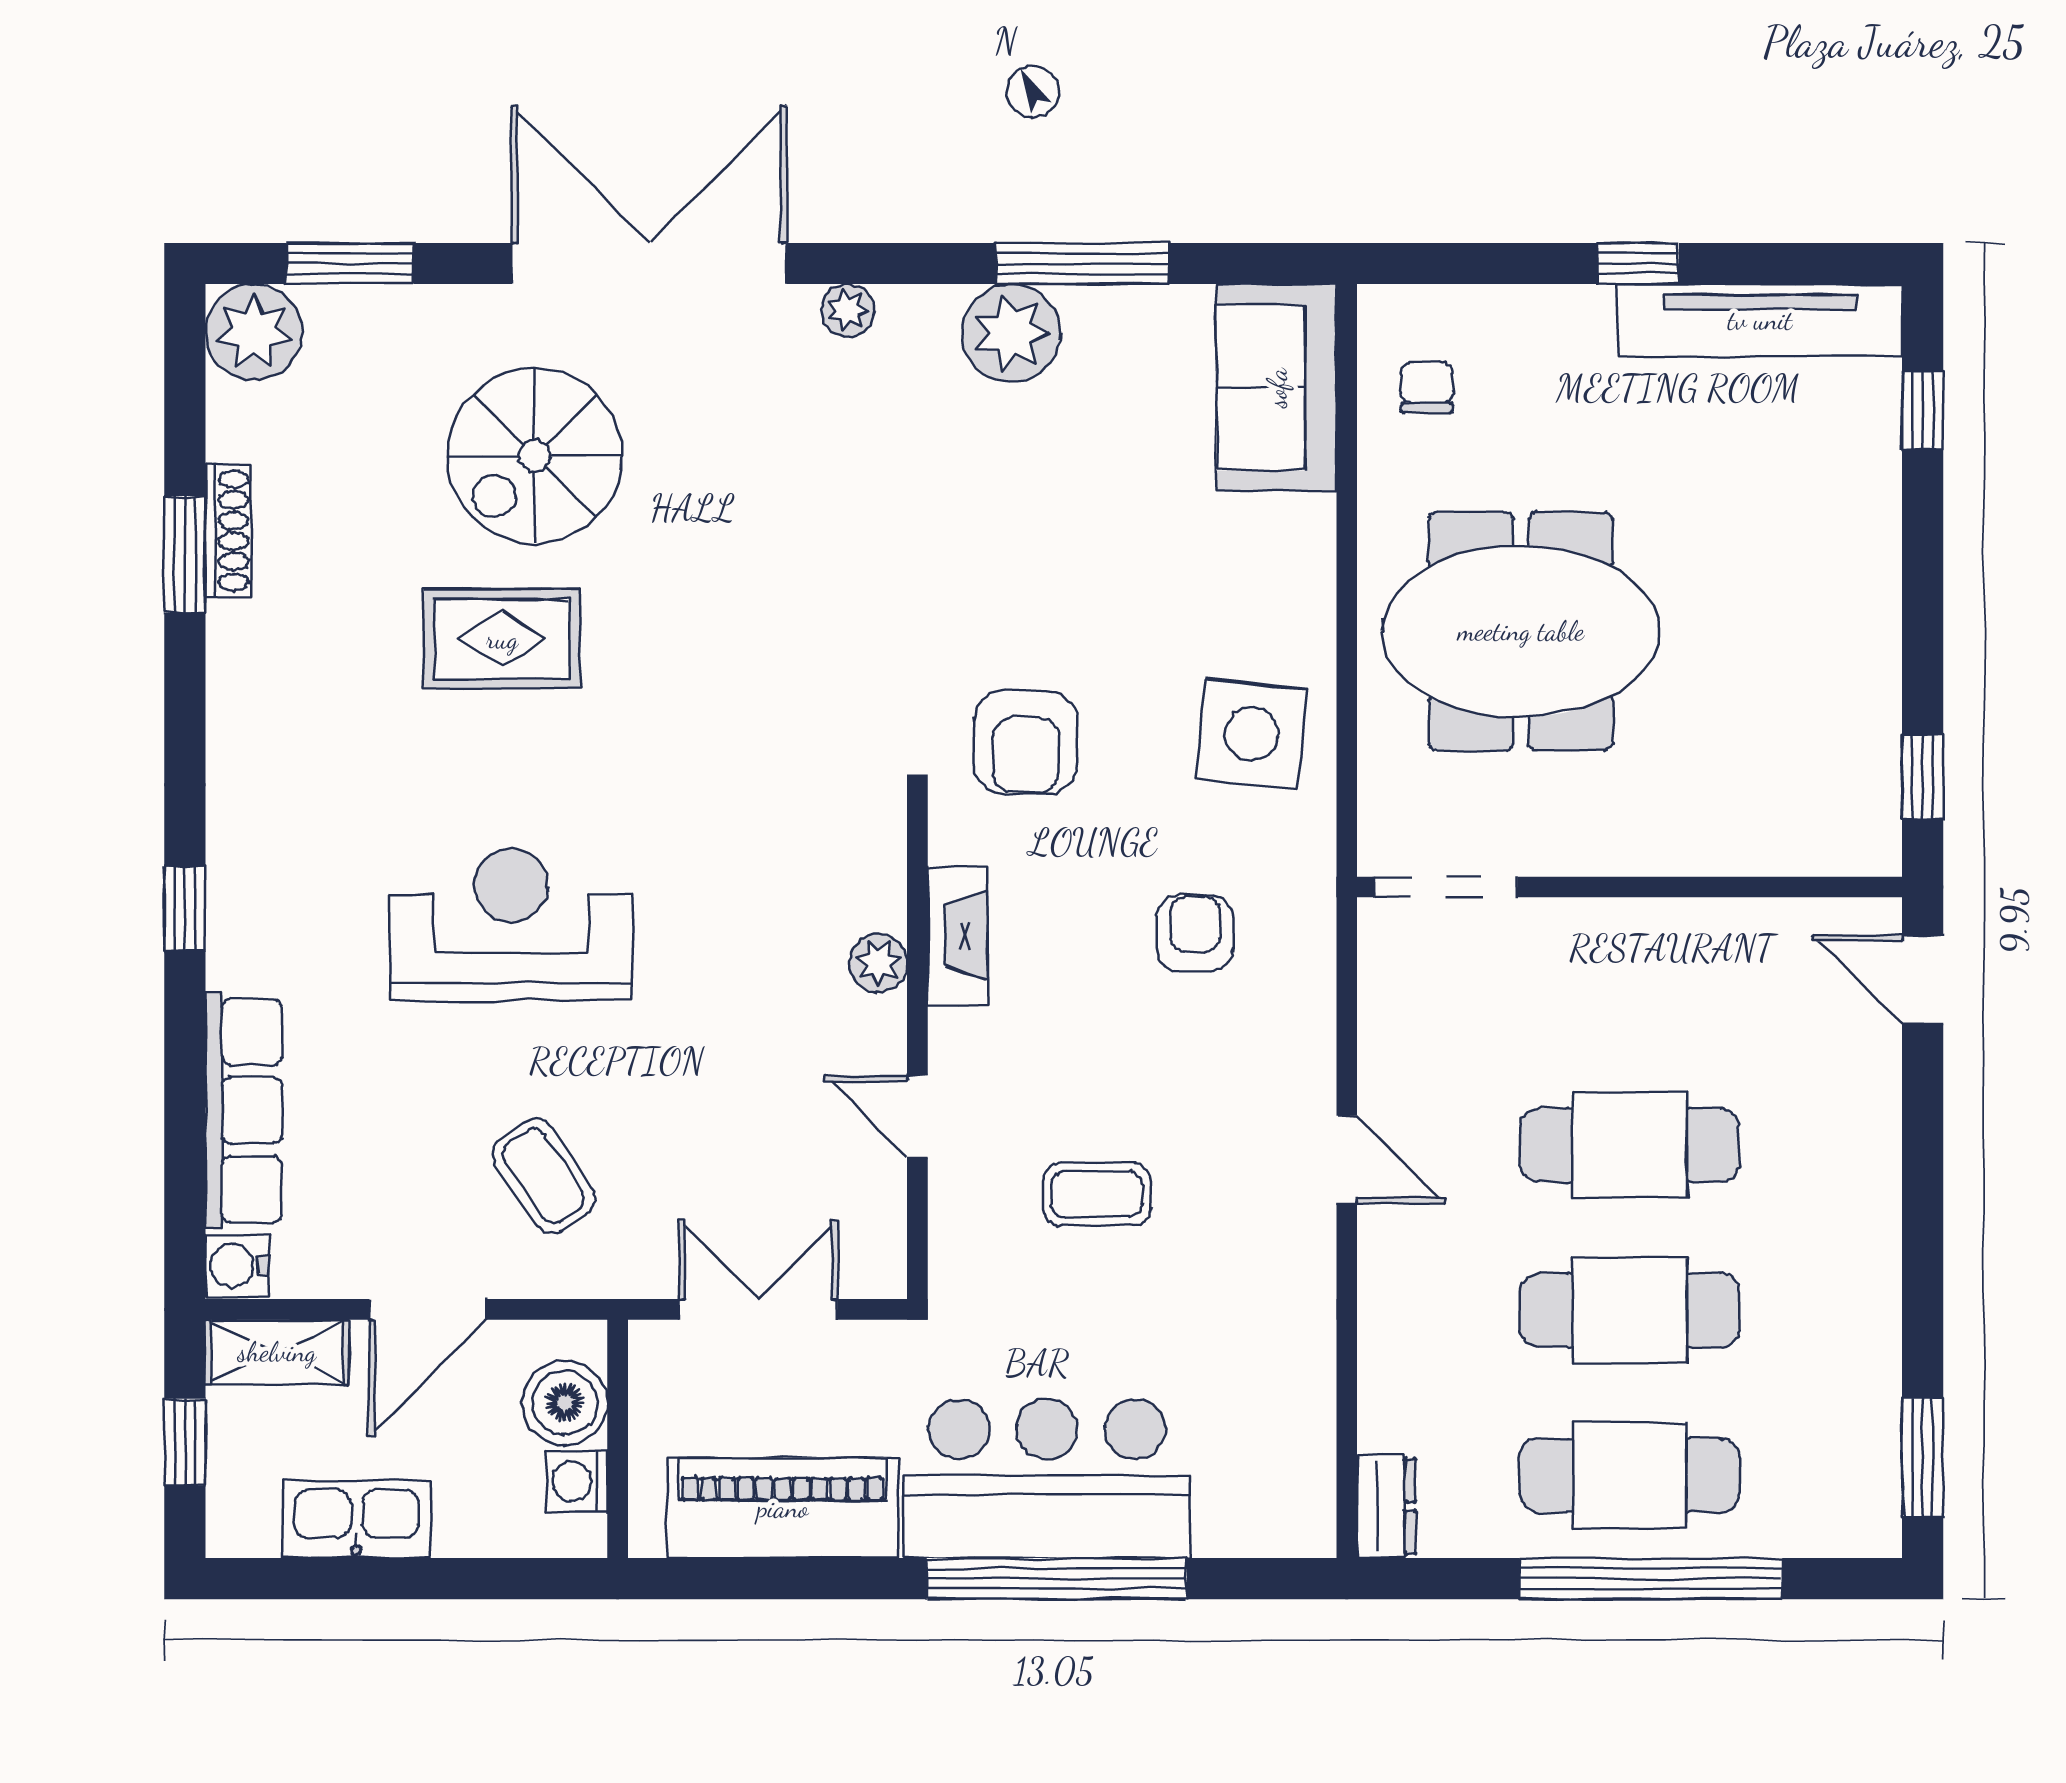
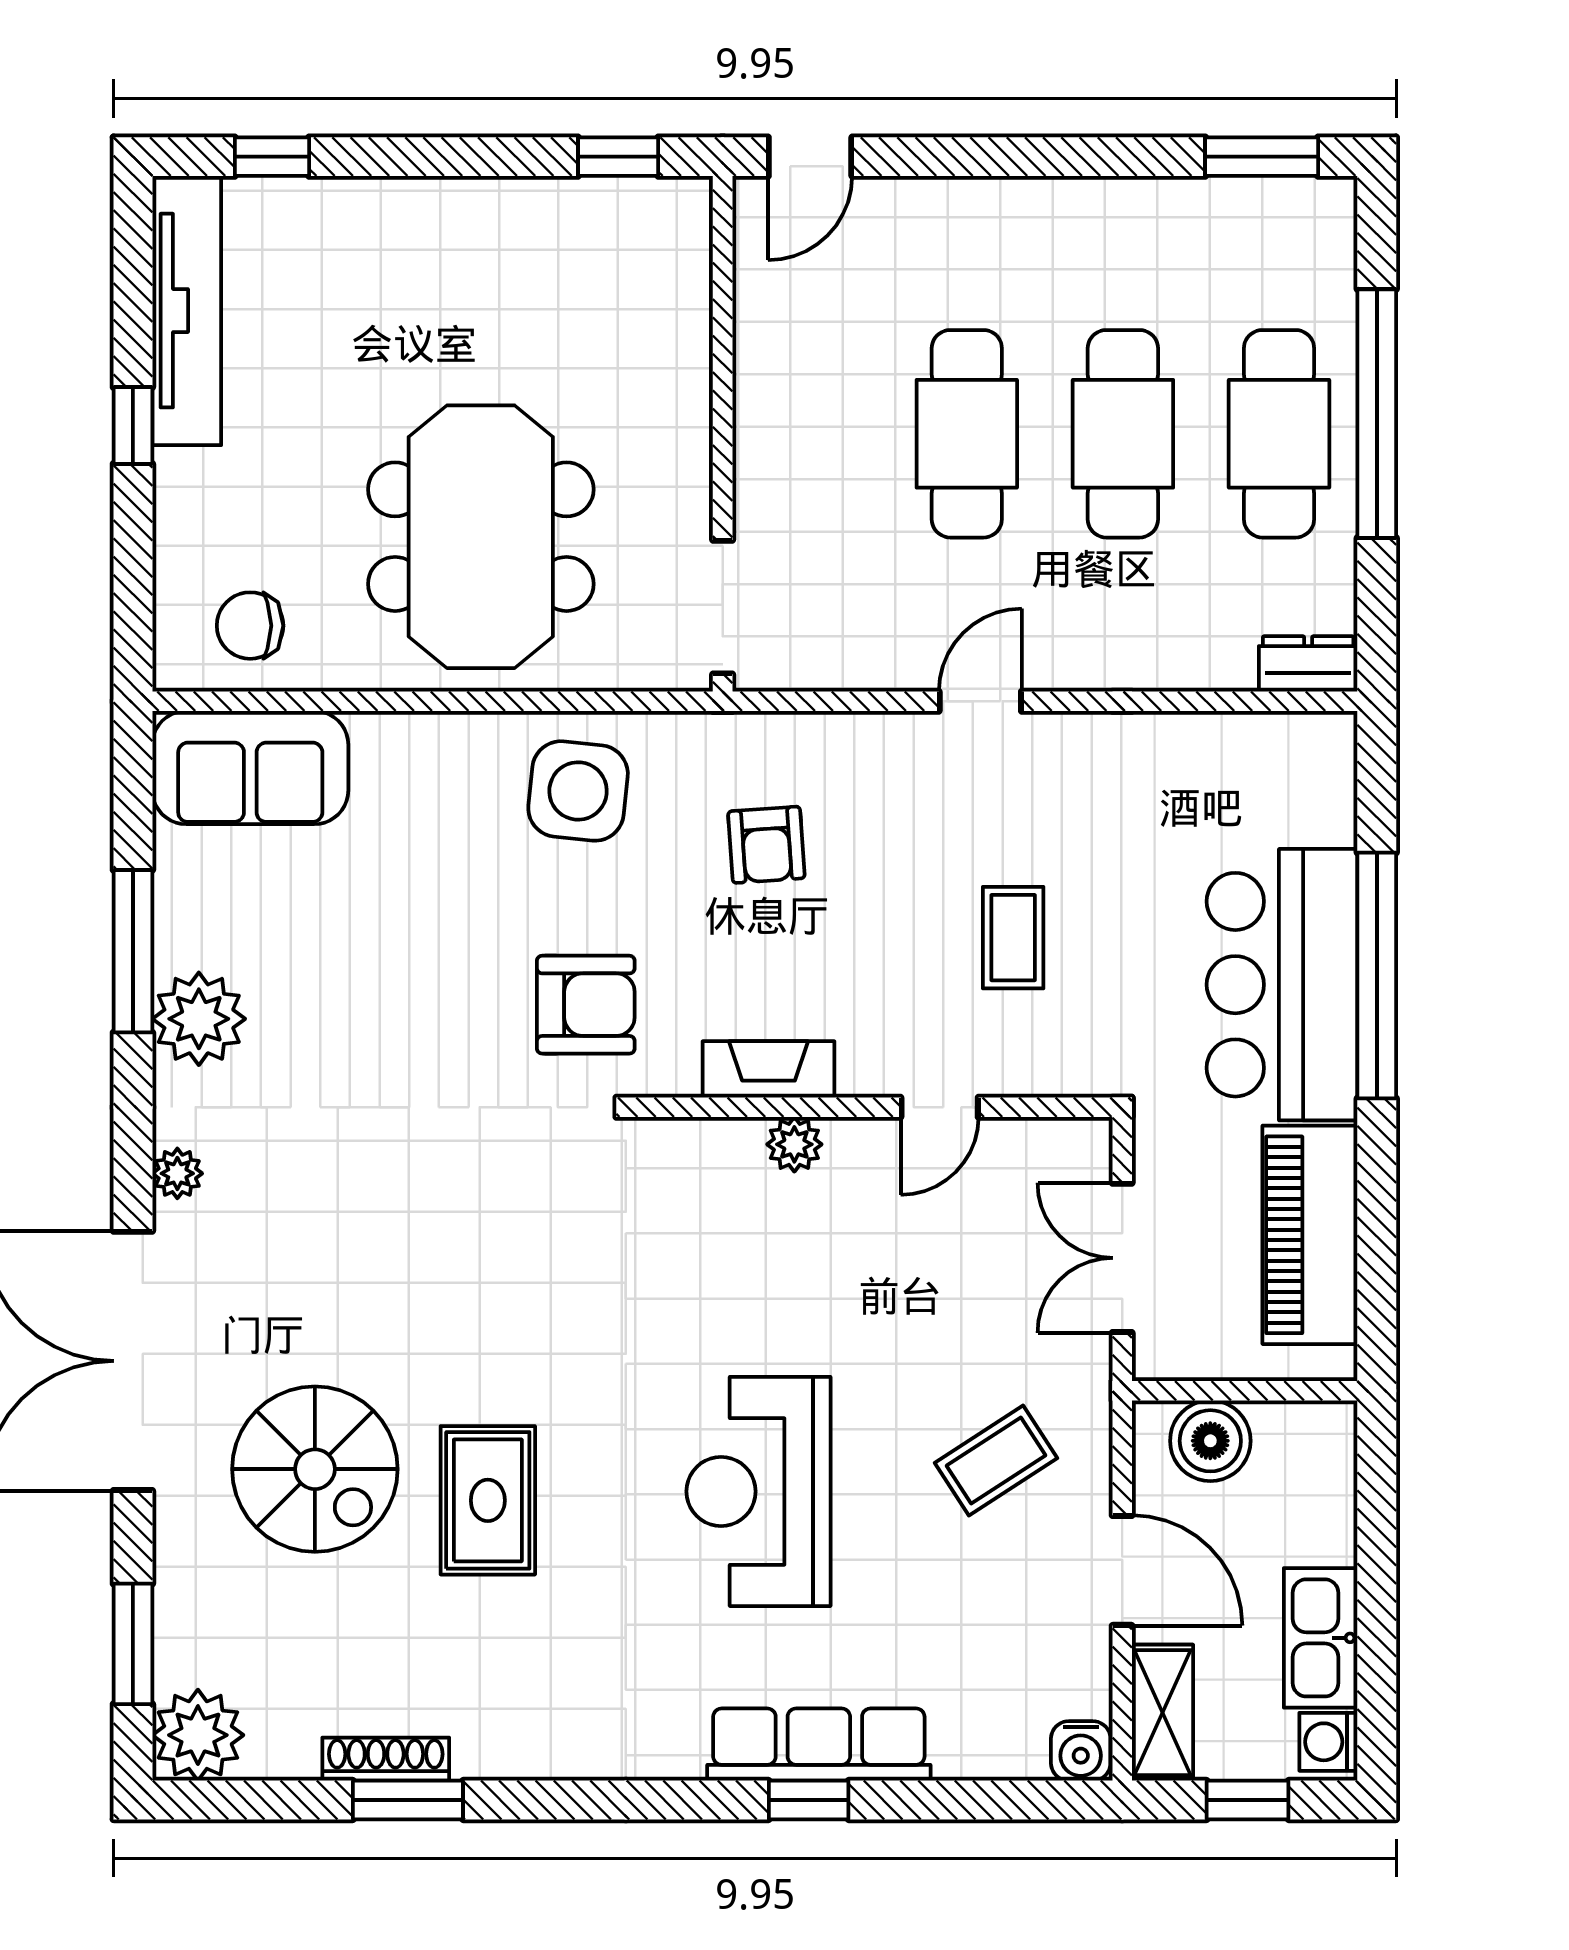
chair: (1427, 387) -> (250, 626), width x1.37, depth x1.37
window: (185, 909) -> (809, 1800), moved
armchair: (1195, 933) -> (766, 845), turned -94
row of seats: (244, 1111) -> (819, 1745), moved
washing machine: (577, 1481) -> (1328, 1742), moved, turned 90

